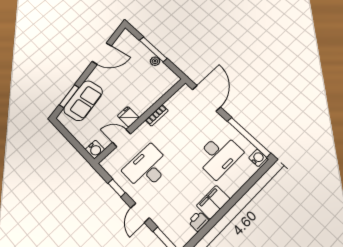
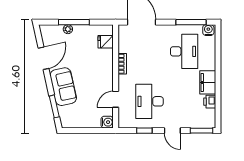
plant: (155, 61) -> (68, 29), moved
sofa: (83, 101) -> (63, 87), moved
fridge: (128, 117) -> (106, 42), moved
window: (249, 137) -> (191, 22), width x0.68

